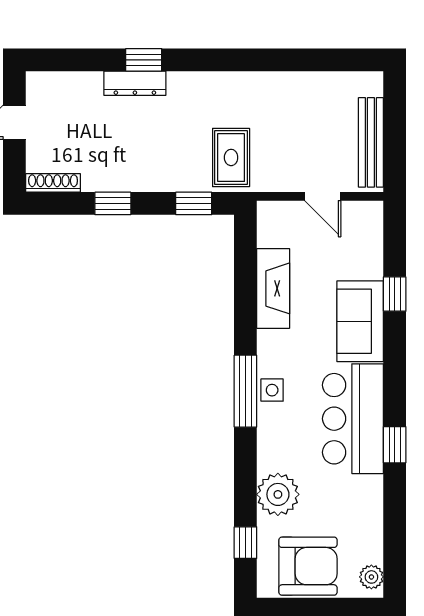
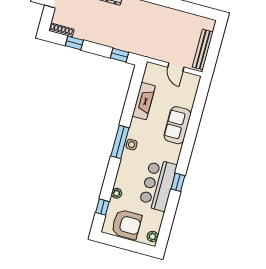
rug: (231, 157) -> (141, 40), removed
window: (113, 203) -> (74, 43), moved
window: (395, 294) -> (195, 117), removed
bar counter: (353, 419) -> (158, 185), moved
plant: (278, 494) -> (117, 193), width x0.53, depth x0.53

